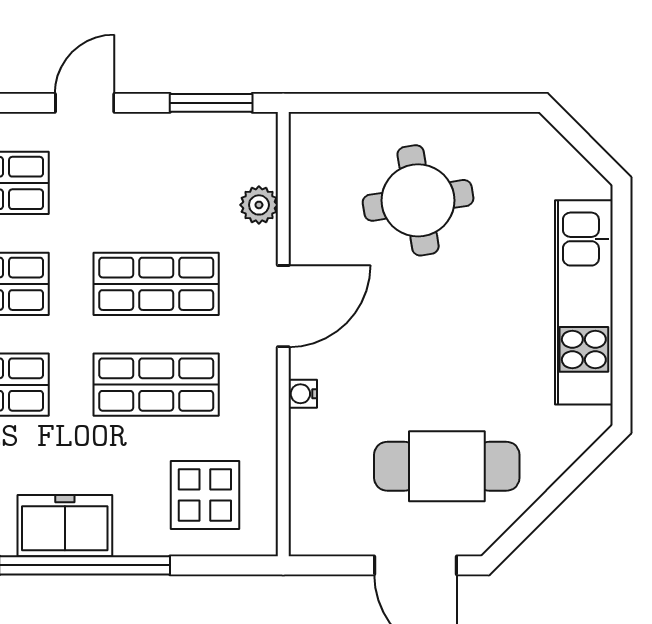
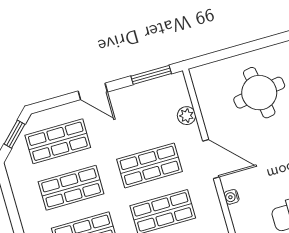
door: (85, 103) -> (93, 91), swing flipped
door: (283, 306) -> (211, 159), hinge flipped

